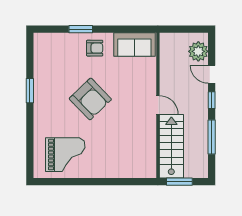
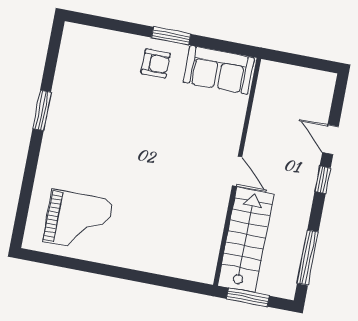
window: (81, 29) -> (171, 36), moved
plant: (198, 51) -> (316, 100), removed
armchair: (90, 99) -> (134, 142), removed
window: (212, 137) -> (308, 258), moved

